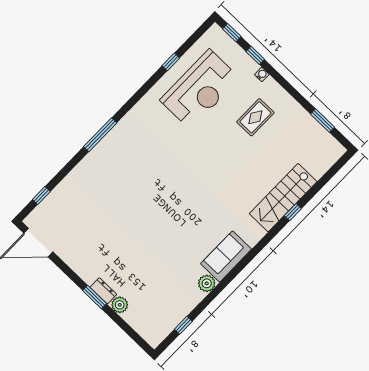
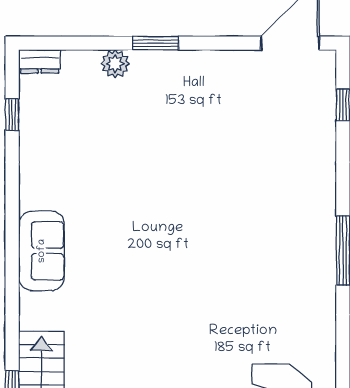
plant: (207, 283) -> (33, 194), removed
dresser: (103, 291) -> (40, 61), moved

